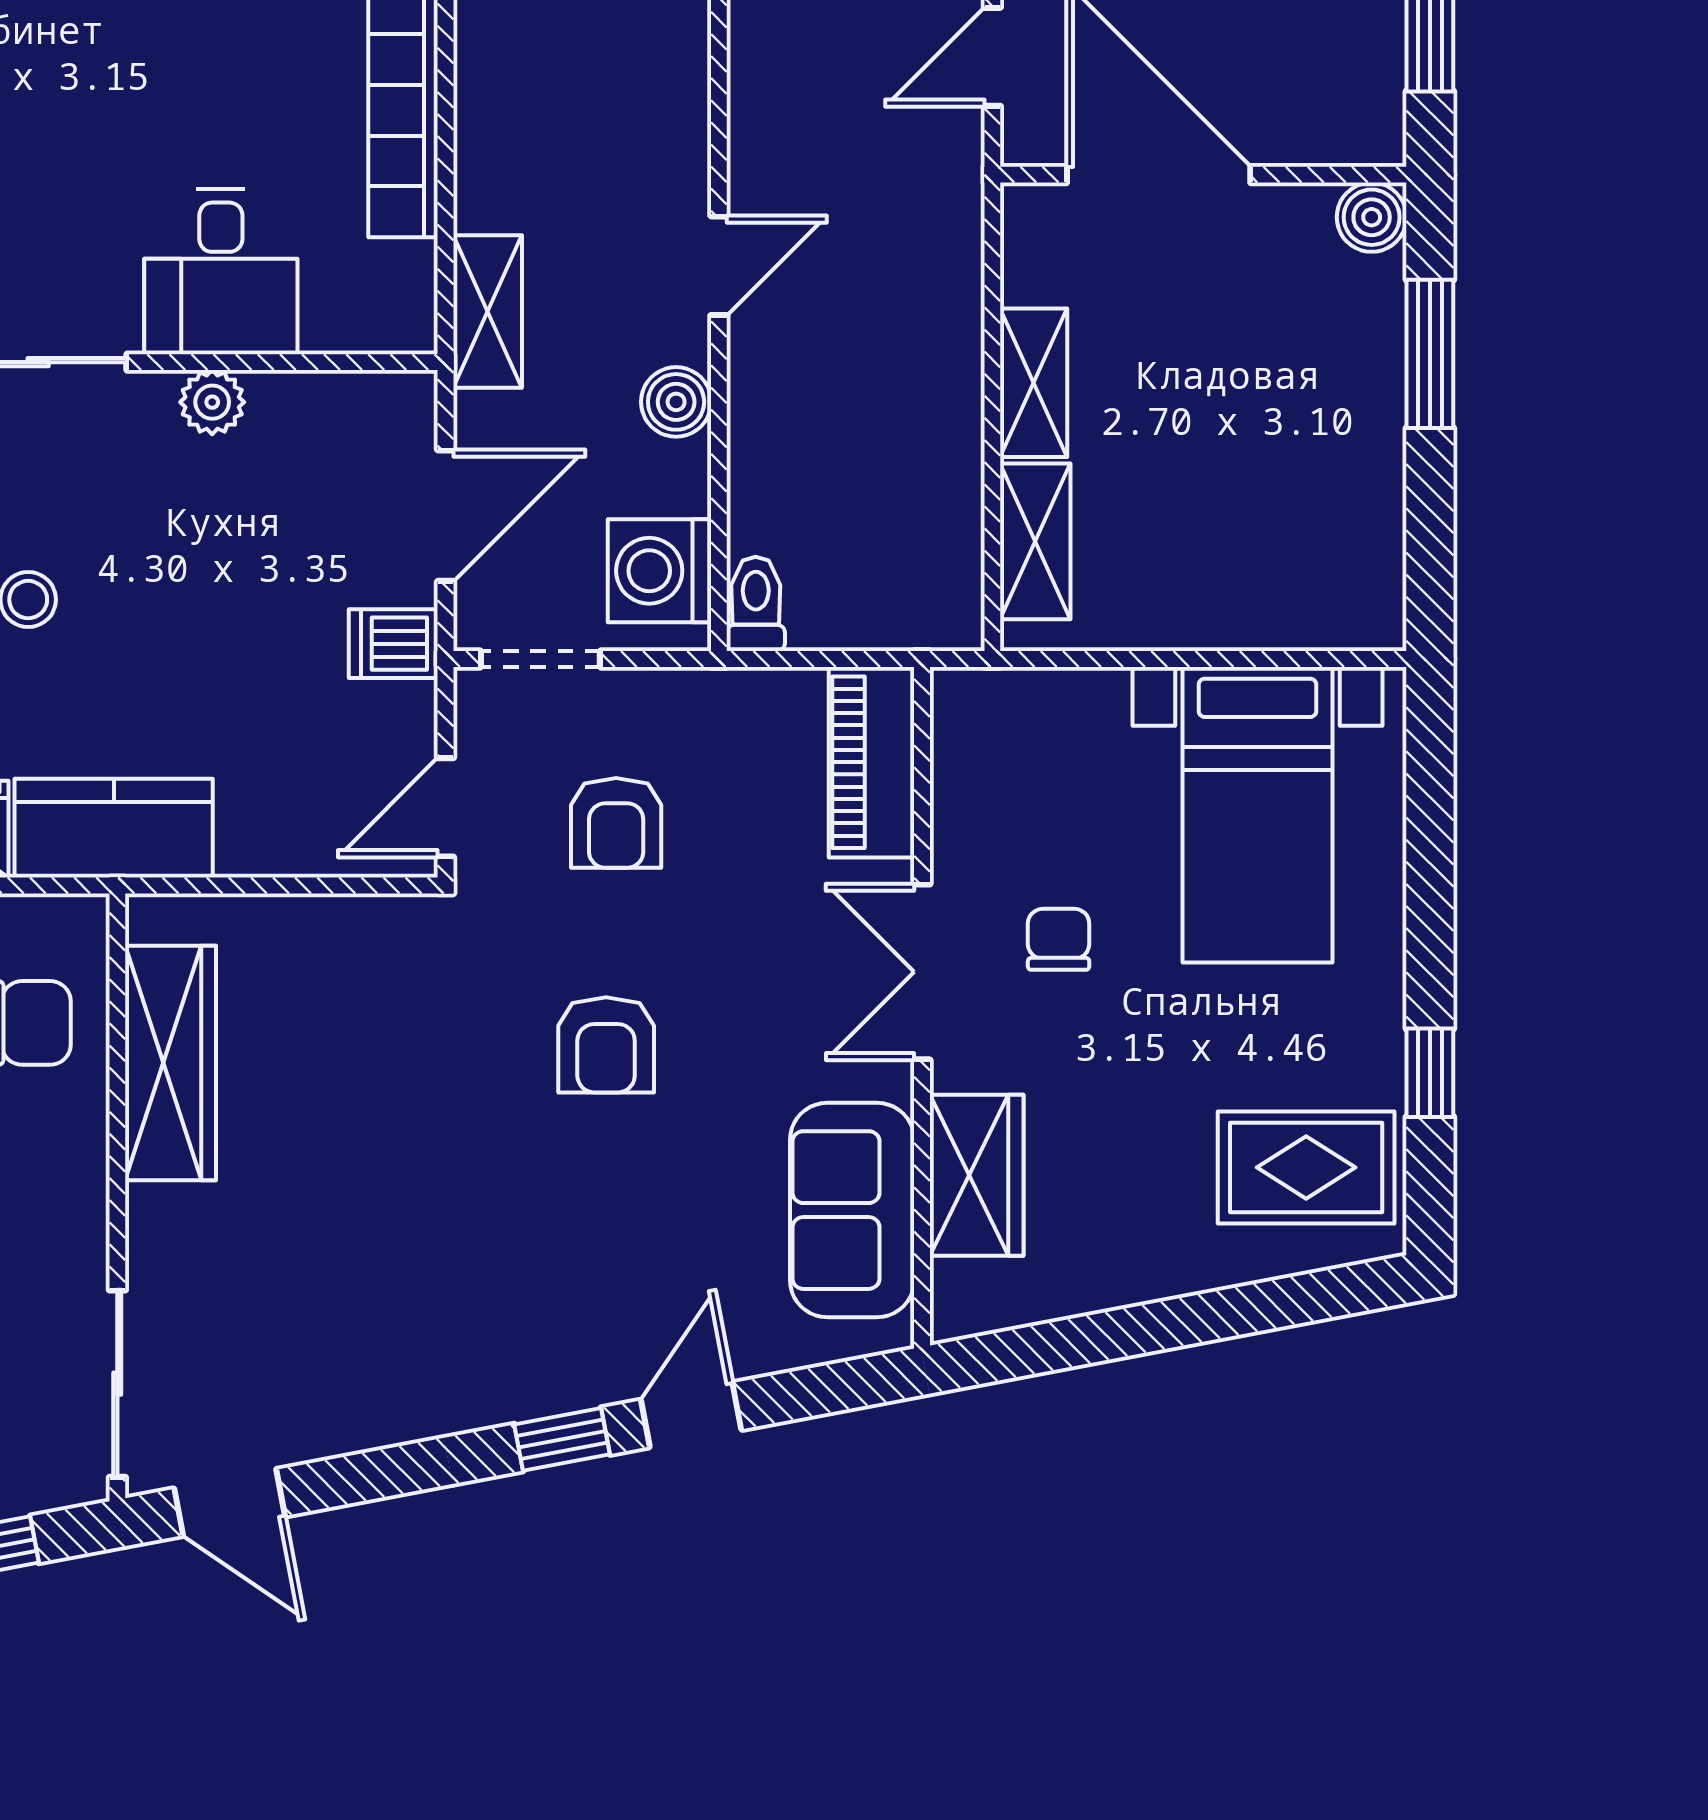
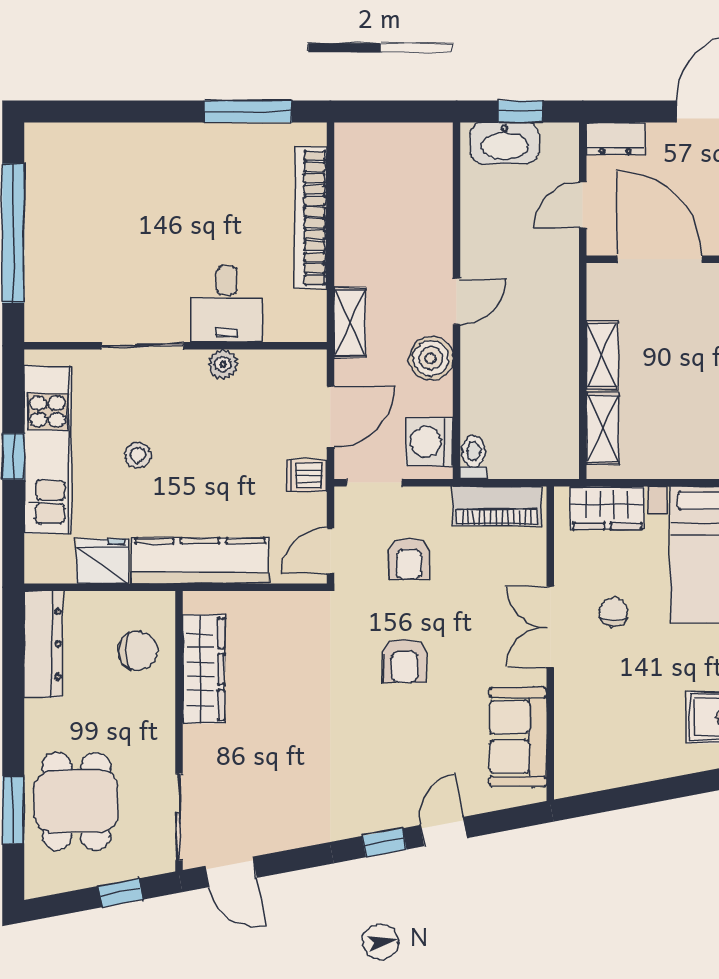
boiler: (676, 402) -> (431, 358), width x1.36, depth x1.36
piano: (872, 762) -> (497, 506), moved, turned -90
kitchen counter: (114, 828) -> (200, 561), width x1.50
wardrobe: (977, 1175) -> (607, 508), moved, turned 90

